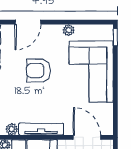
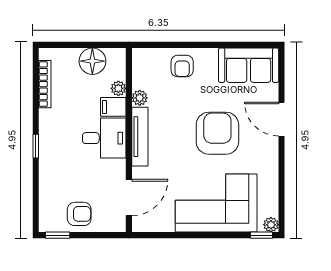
plant: (69, 30) -> (271, 225), moved
armchair: (38, 71) -> (217, 133), width x1.36, depth x1.36

